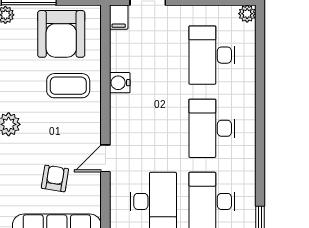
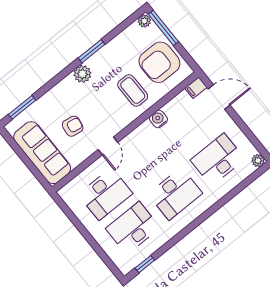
desk: (212, 128) -> (175, 194), turned 180
door: (105, 158) -> (108, 146), swing flipped

